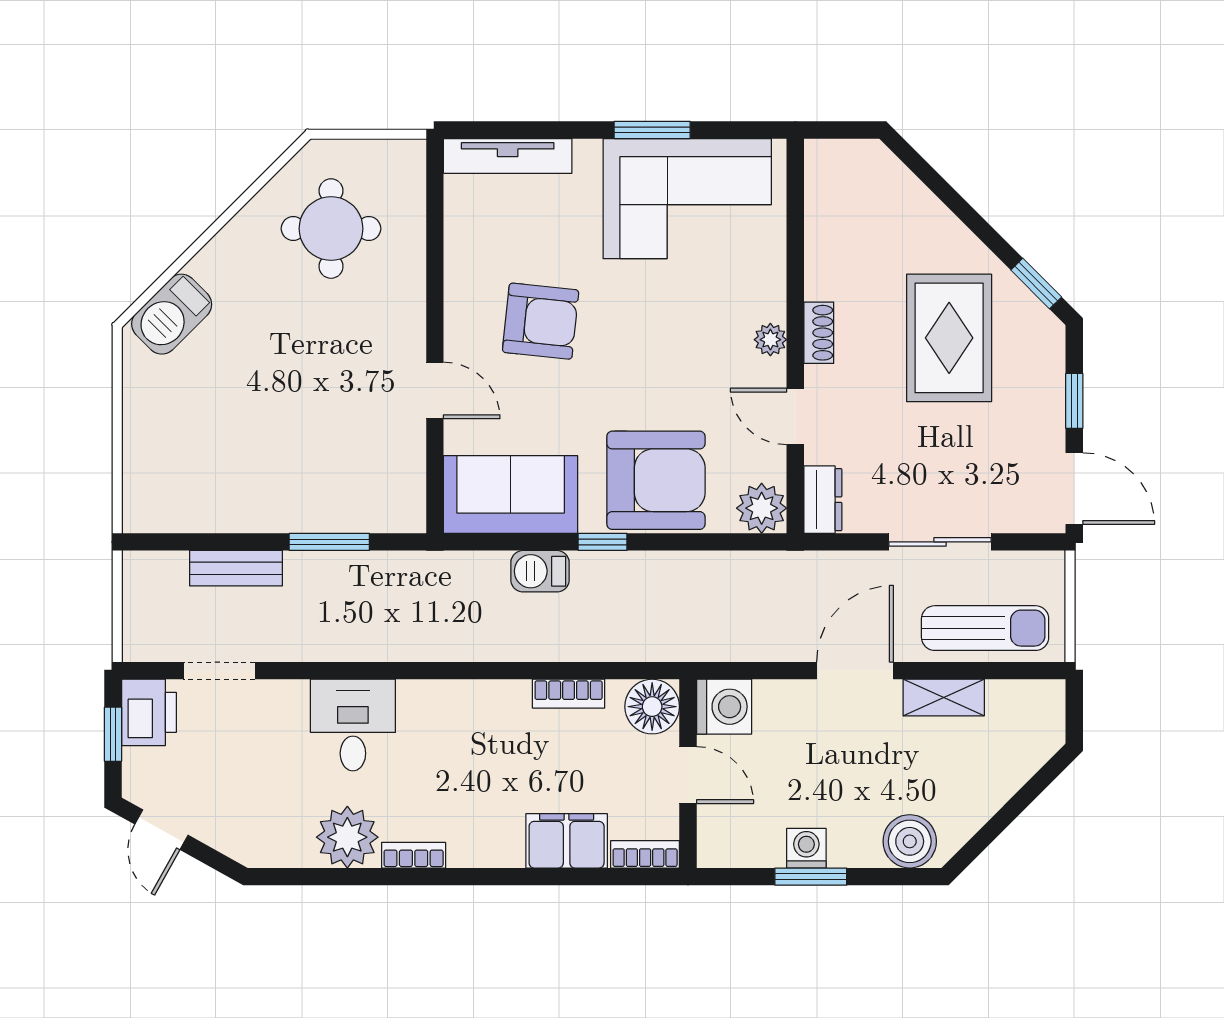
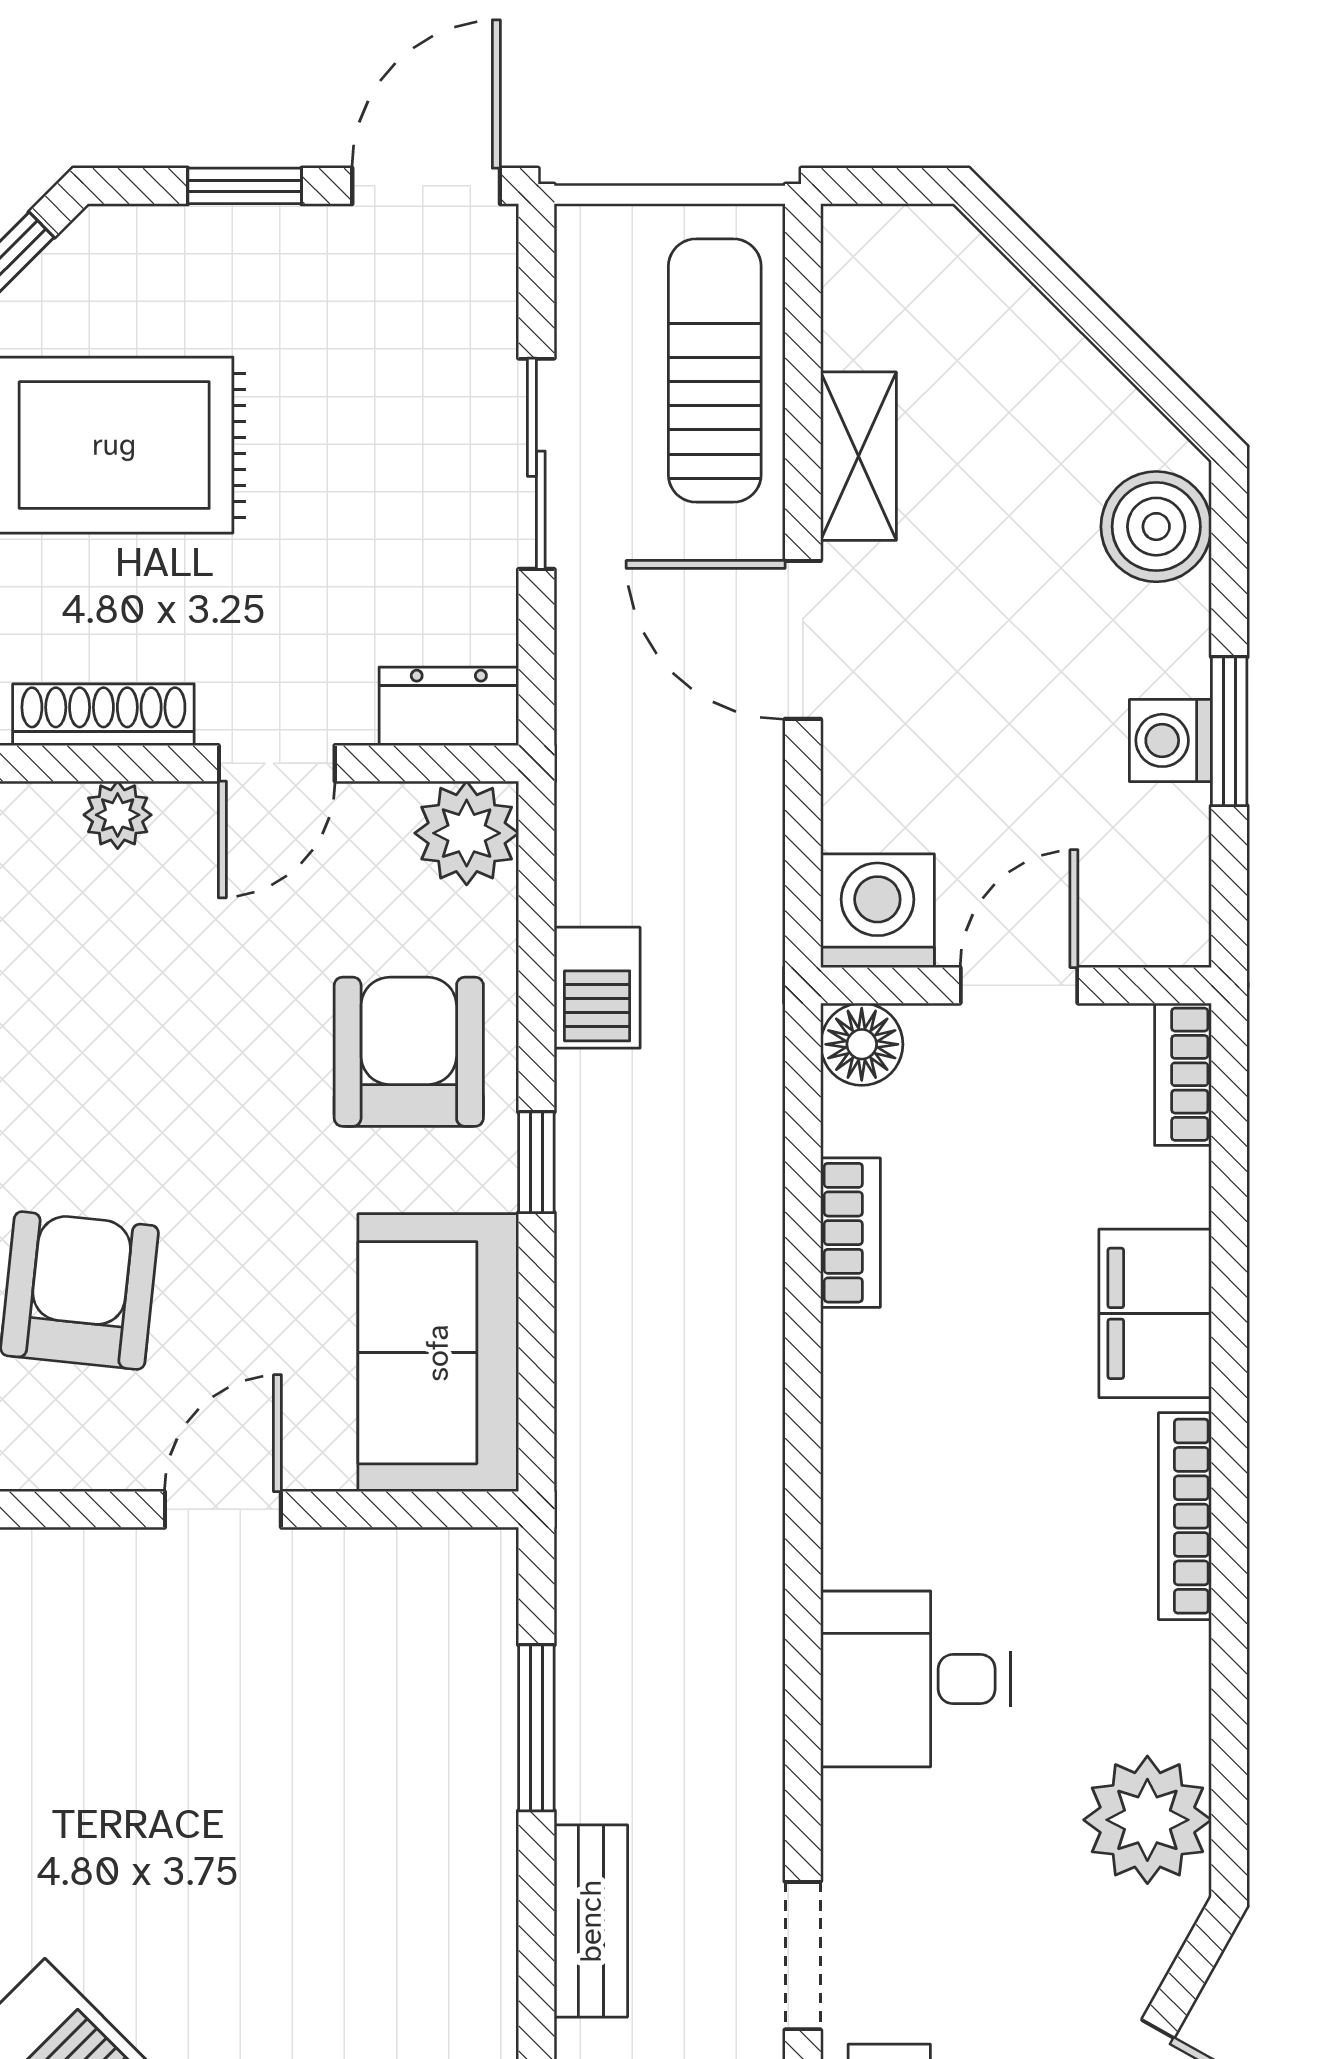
shoe rack: (819, 333) -> (103, 715), width x1.43
armchair: (656, 480) -> (409, 1052), width x0.73, depth x0.73
barbecue: (540, 571) -> (597, 988), moved
floor lamp: (652, 707) -> (862, 1044), width x0.73, depth x0.73
plant: (347, 837) -> (1147, 1820), moved
filing cabinet: (567, 841) -> (1155, 1313), moved
bookcase: (414, 855) -> (1185, 1516), width x1.56

